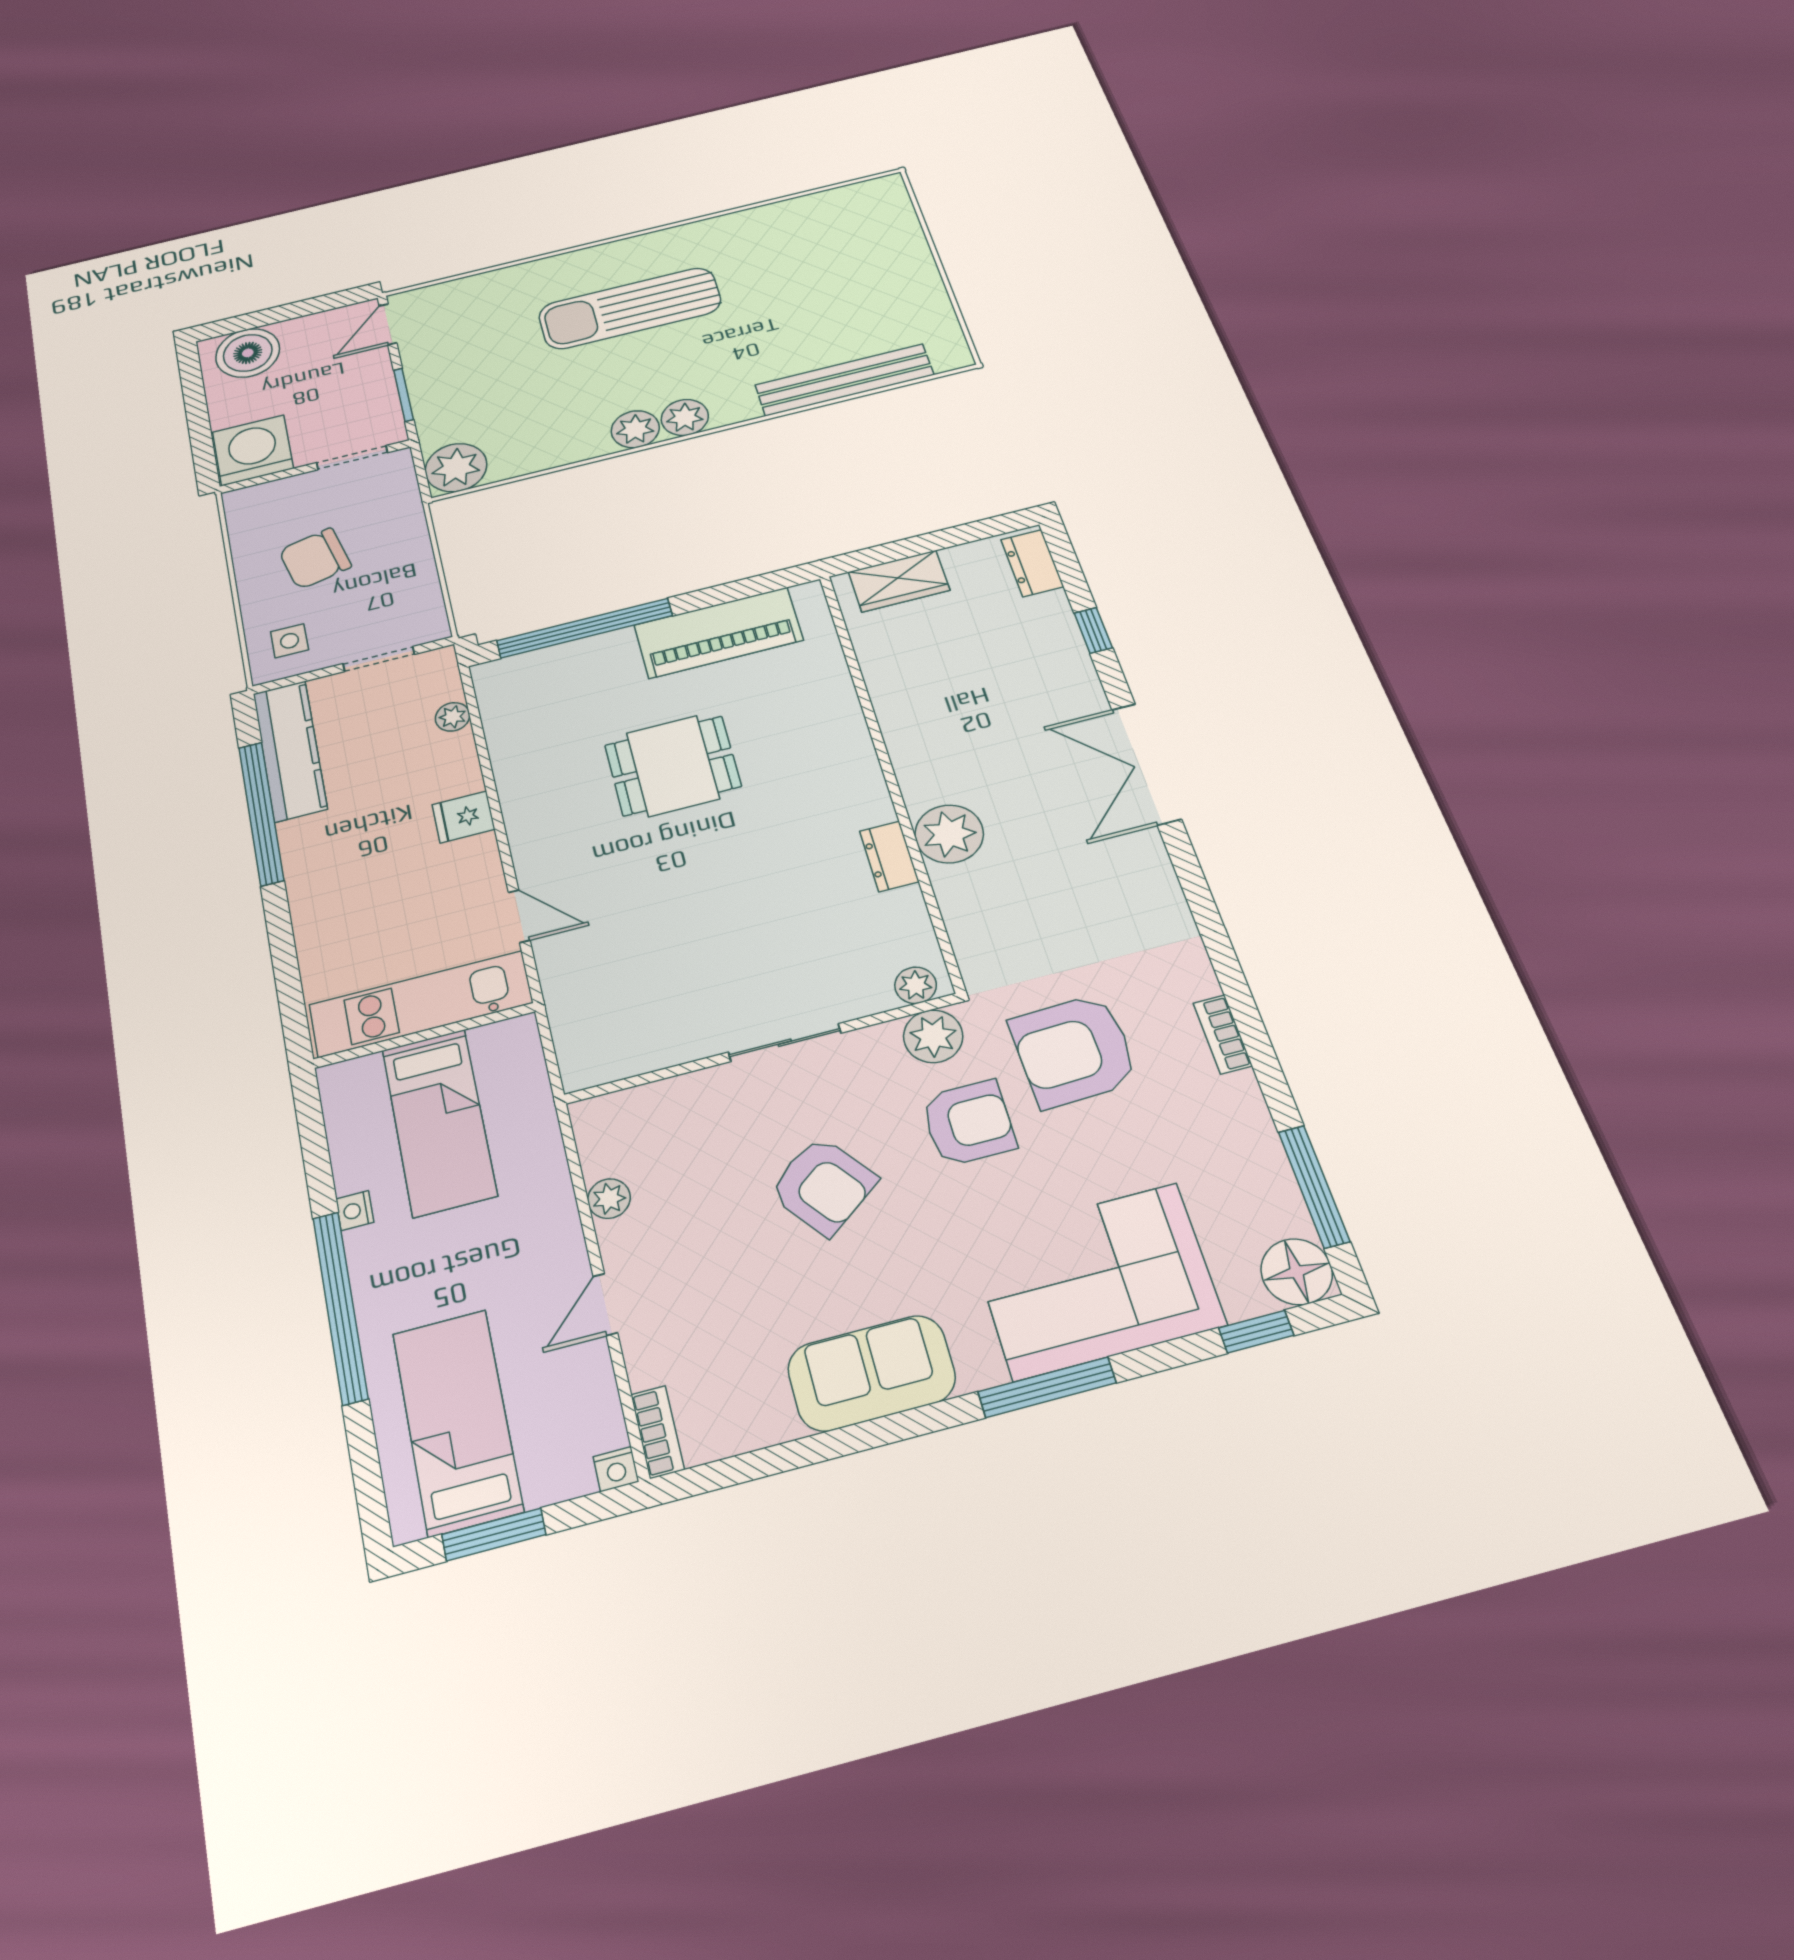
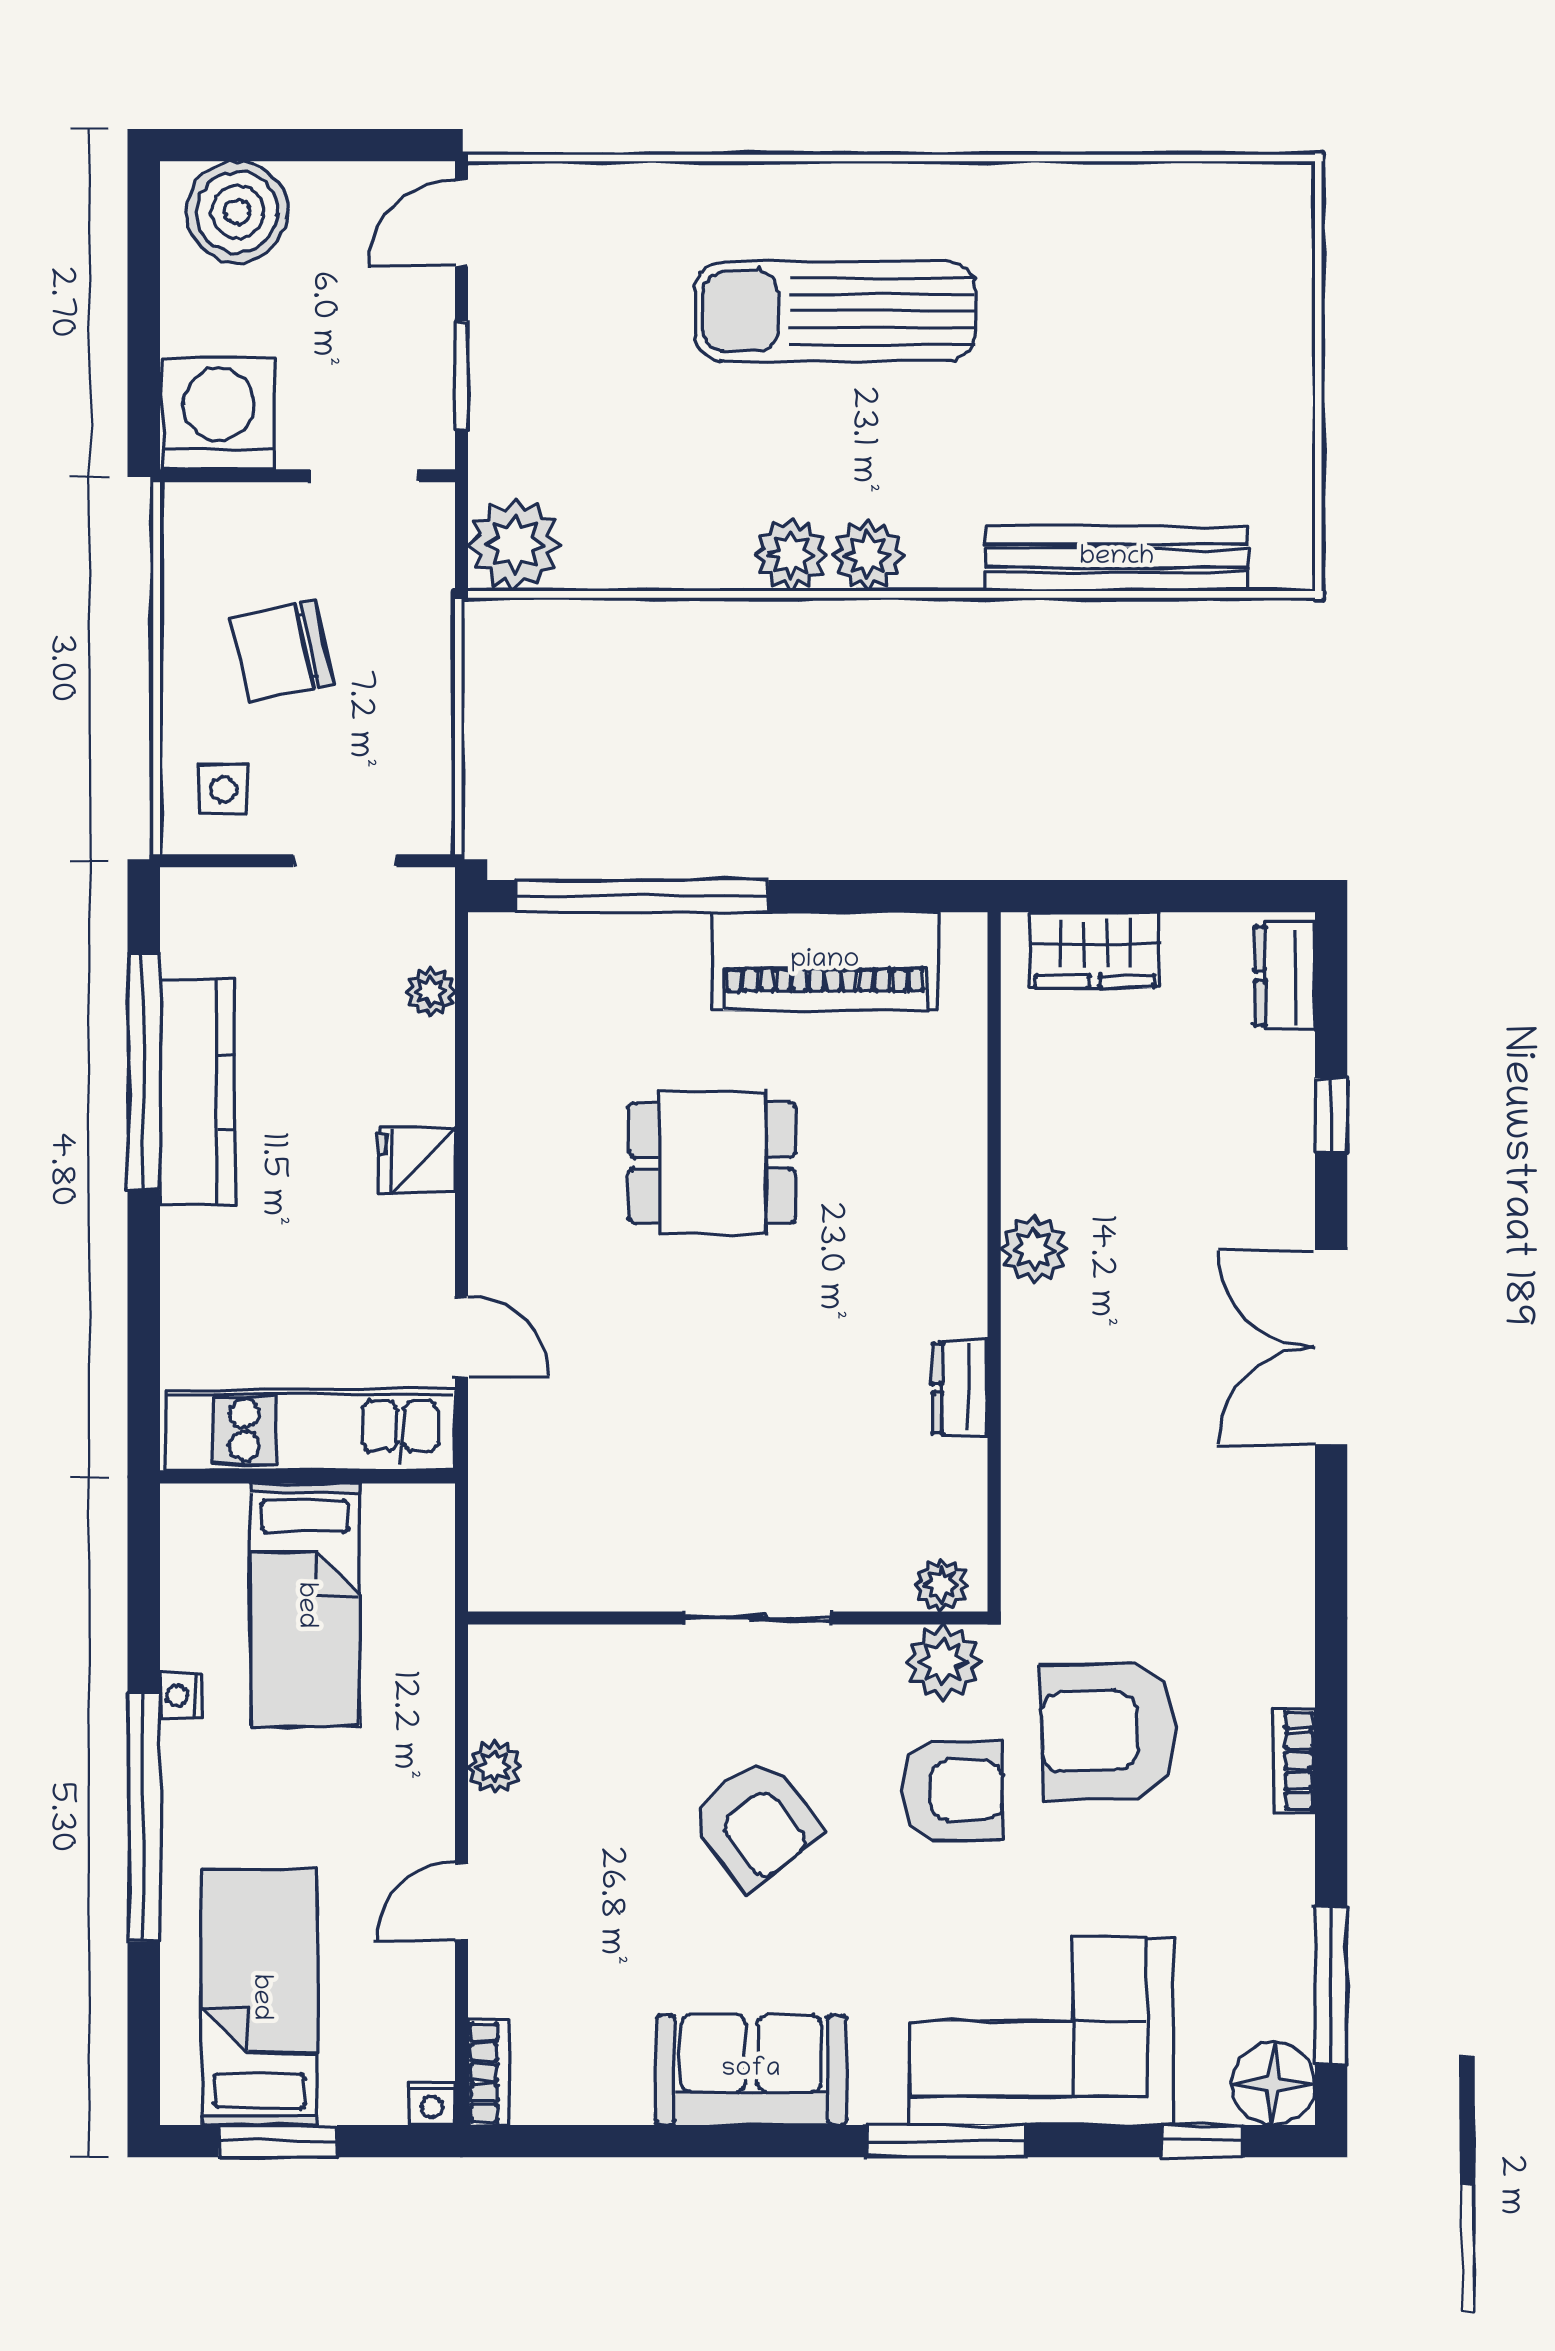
kitchen counter: (290, 751) -> (197, 1092), moved
plant: (949, 834) -> (1034, 1249), moved, width x0.73, depth x0.73

